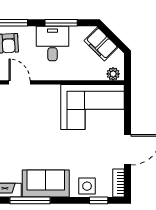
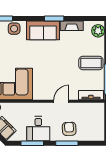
door: (20, 82) -> (61, 101), swing flipped
window: (30, 200) -> (54, 19), width x0.69

